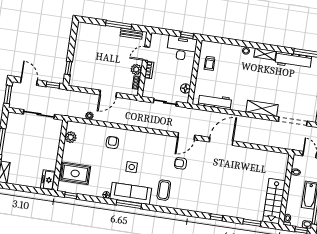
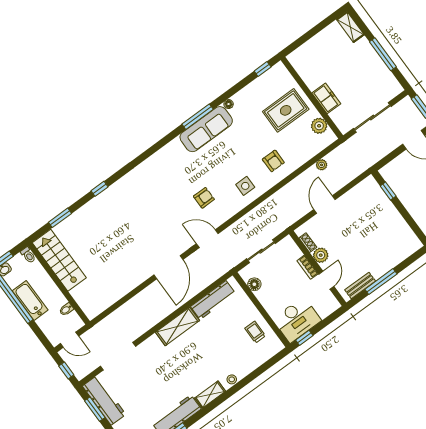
window: (53, 85) -> (387, 159), removed
shelving: (262, 108) -> (177, 326), moved
door: (186, 136) -> (207, 239), hinge flipped
armchair: (181, 163) -> (204, 198), moved
side table: (132, 167) -> (245, 186), moved
rug: (75, 173) -> (286, 110), moved
freezer: (48, 180) -> (326, 98), moved
coffee table: (164, 190) -> (177, 164), removed

